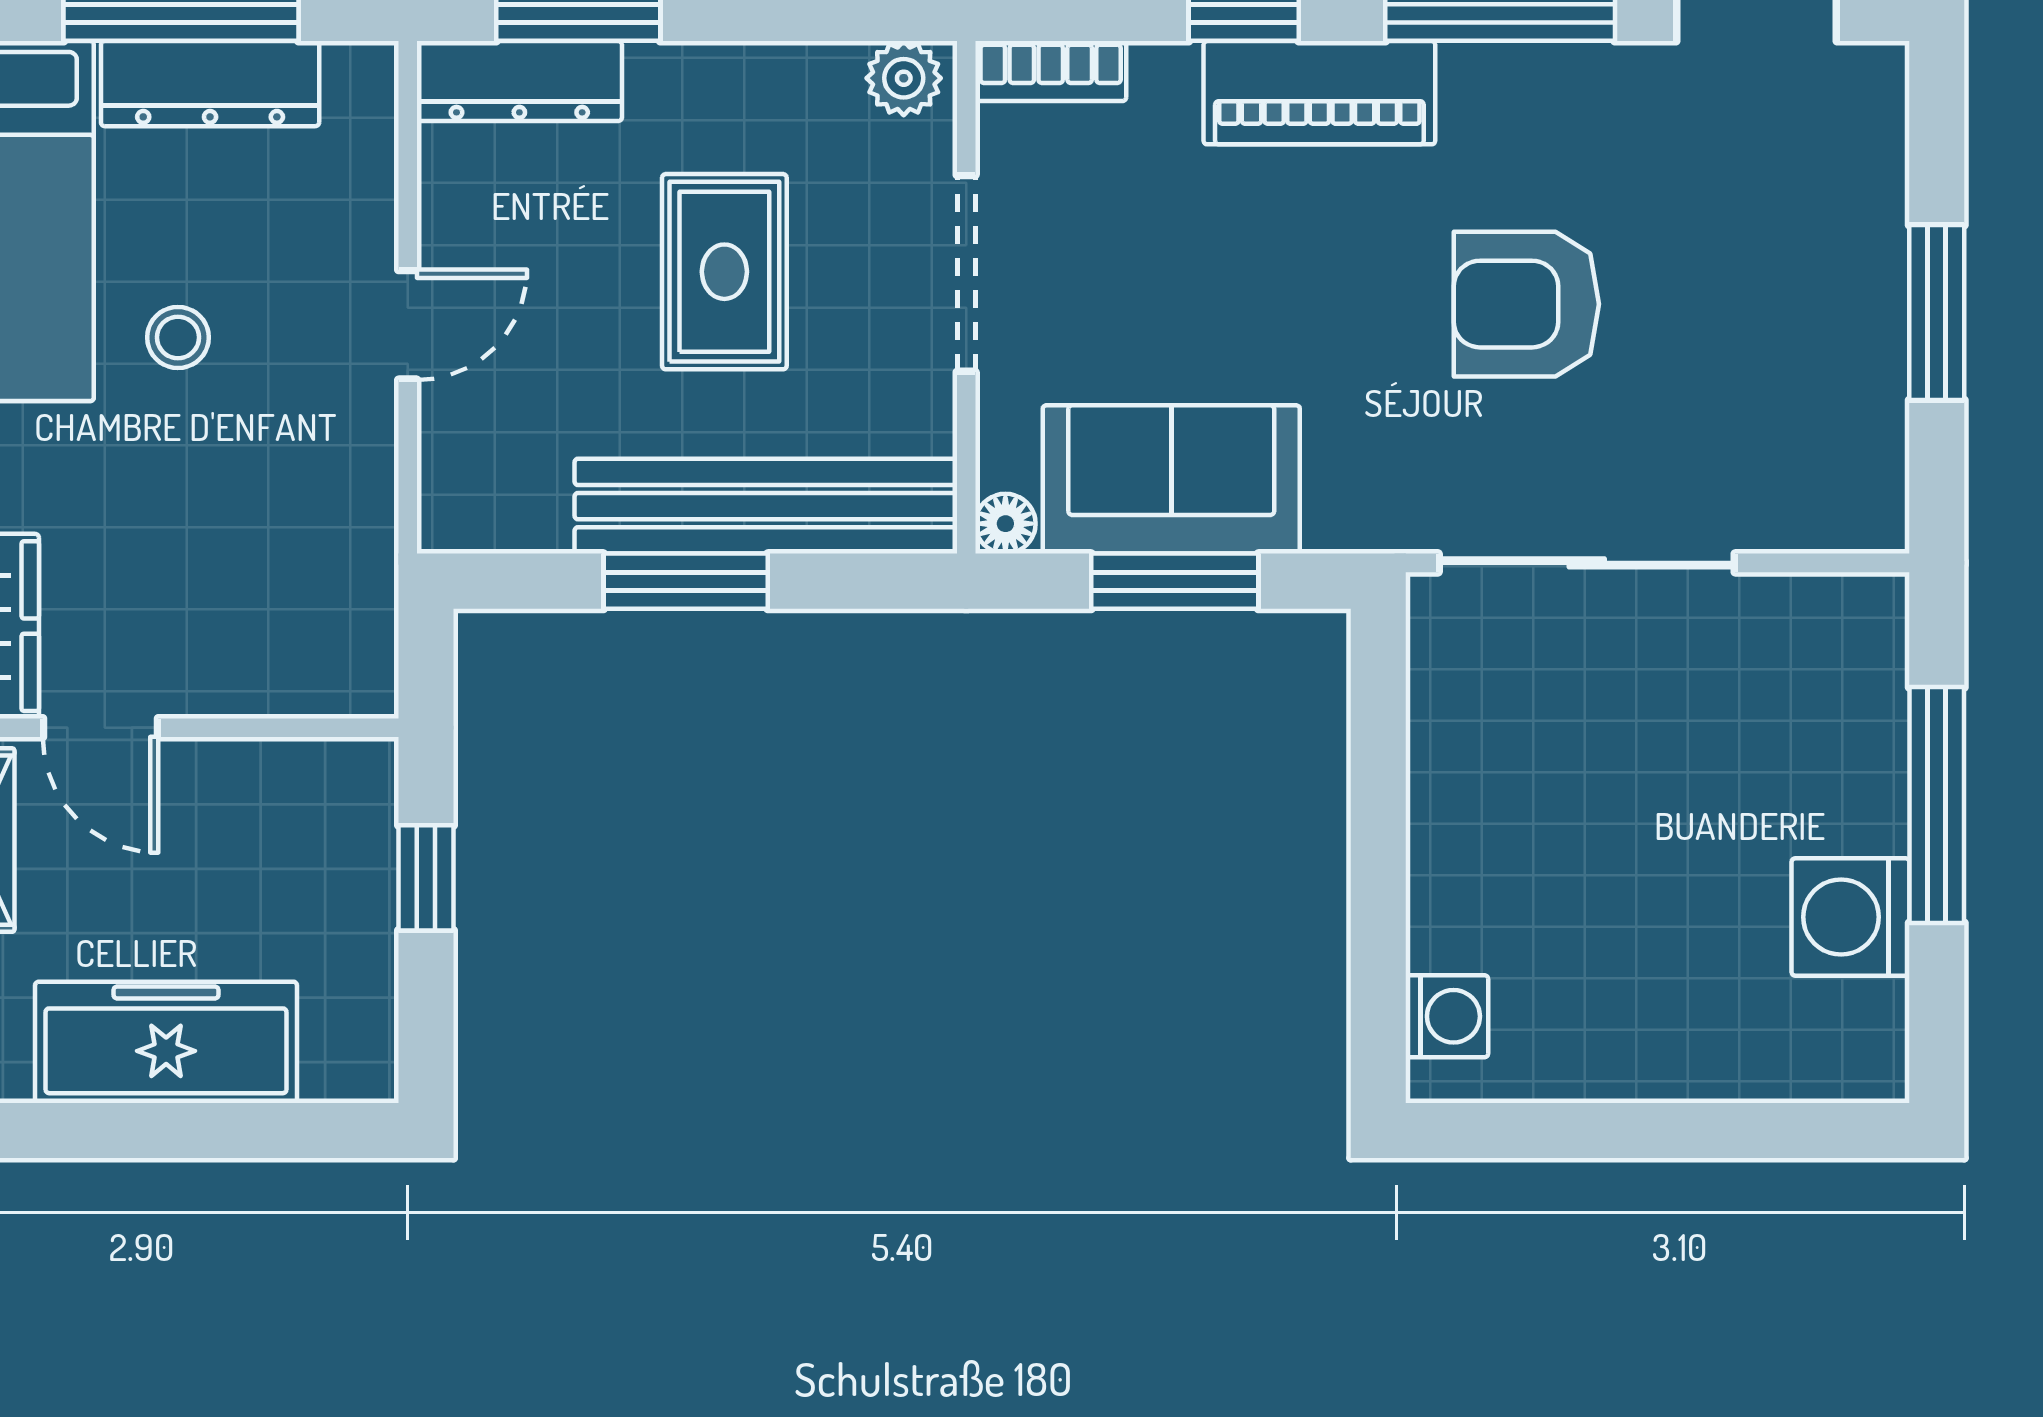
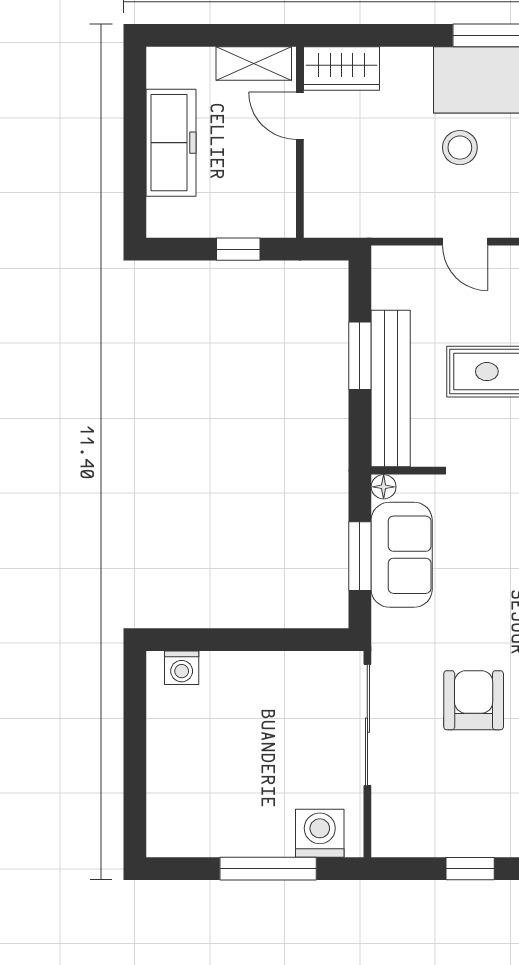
window: (1937, 313) -> (470, 869), width x0.67
stool: (178, 337) -> (460, 148), width x1.37, depth x1.37
door: (100, 728) -> (300, 116), hinge flipped
washing machine: (1850, 917) -> (320, 833), moved

